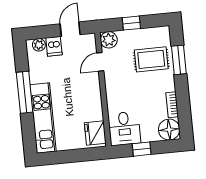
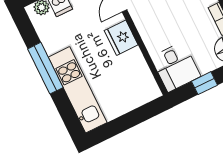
fridge: (95, 133) -> (121, 38), moved

